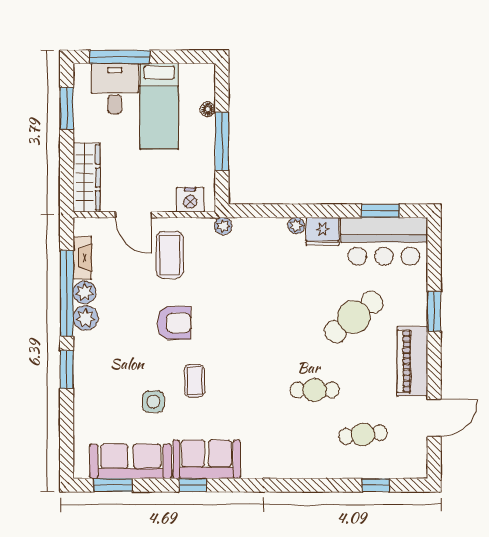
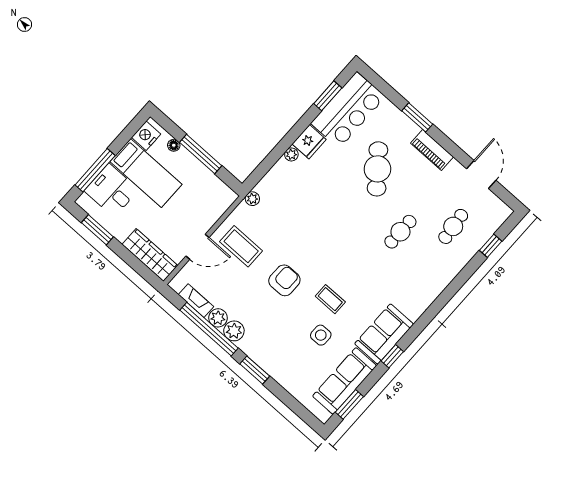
nightstand: (190, 200) -> (146, 136), moved, turned 180
piano: (412, 361) -> (432, 150), width x0.73, depth x0.75

